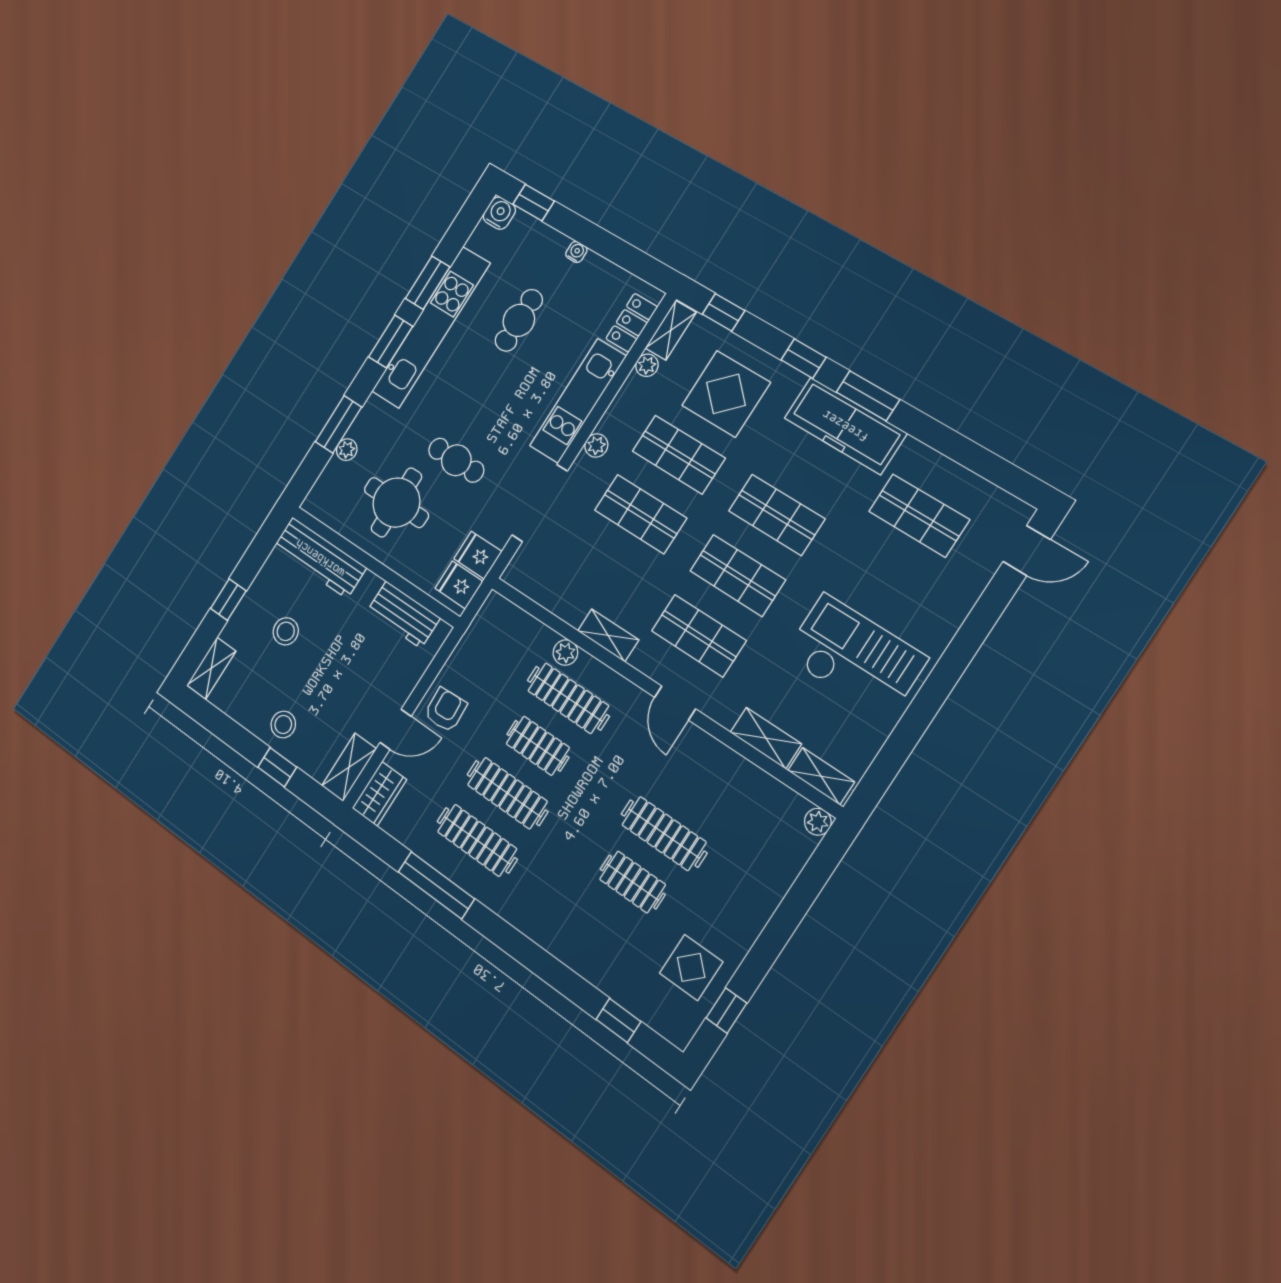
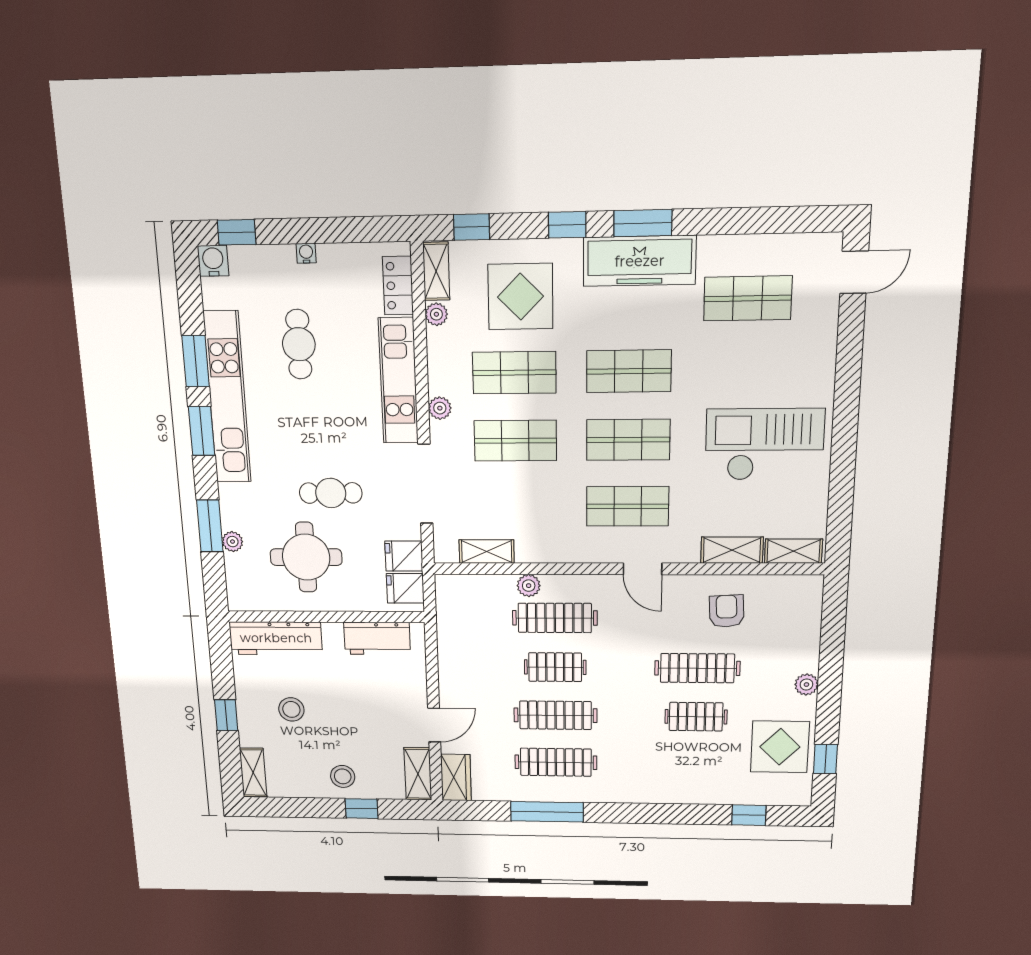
shelving: (608, 635) -> (487, 551), moved
armchair: (445, 710) -> (727, 611), moved
plant: (818, 822) -> (806, 685), moved
display table: (691, 967) -> (780, 747), width x1.36, depth x1.36

